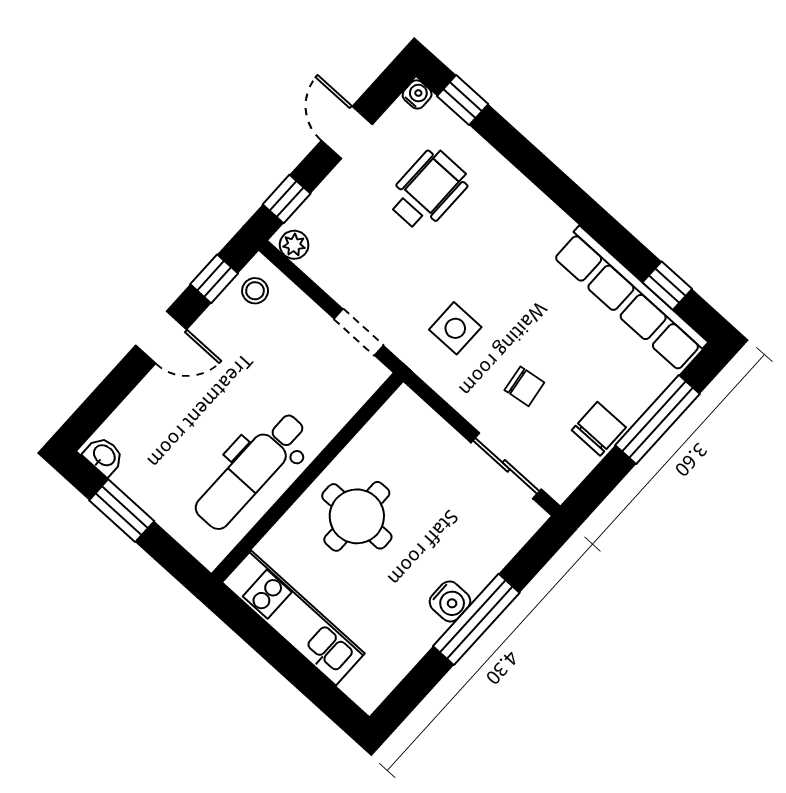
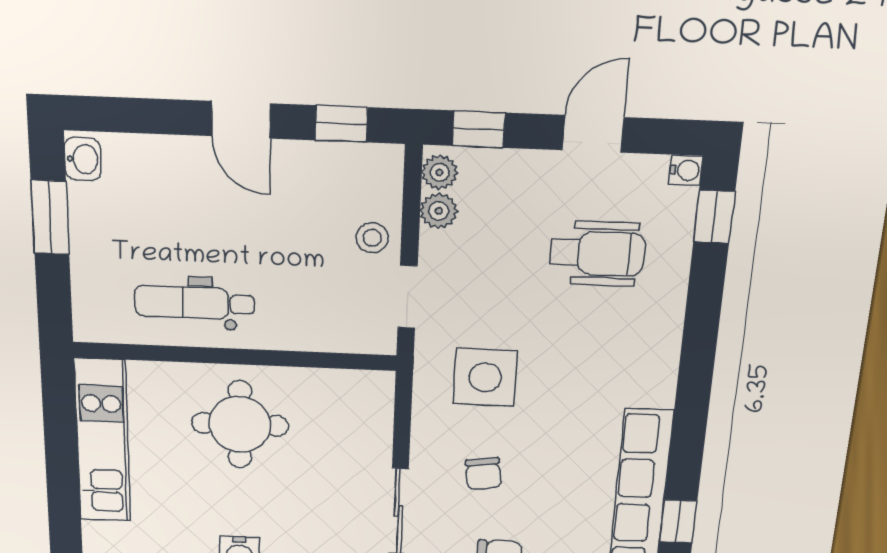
plant: (318, 266) -> (439, 211), added
stool: (255, 291) -> (372, 238), moved
side table: (455, 328) -> (485, 377), width x1.37, depth x1.37
dental chair: (251, 471) -> (195, 303), width x0.73, depth x0.72

